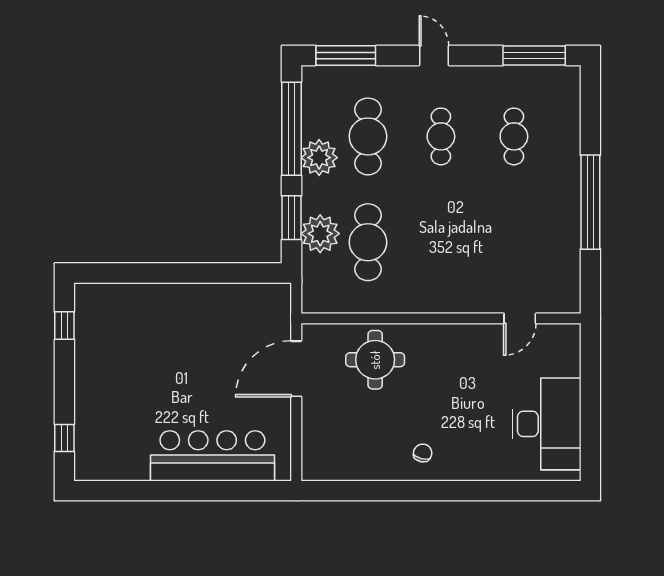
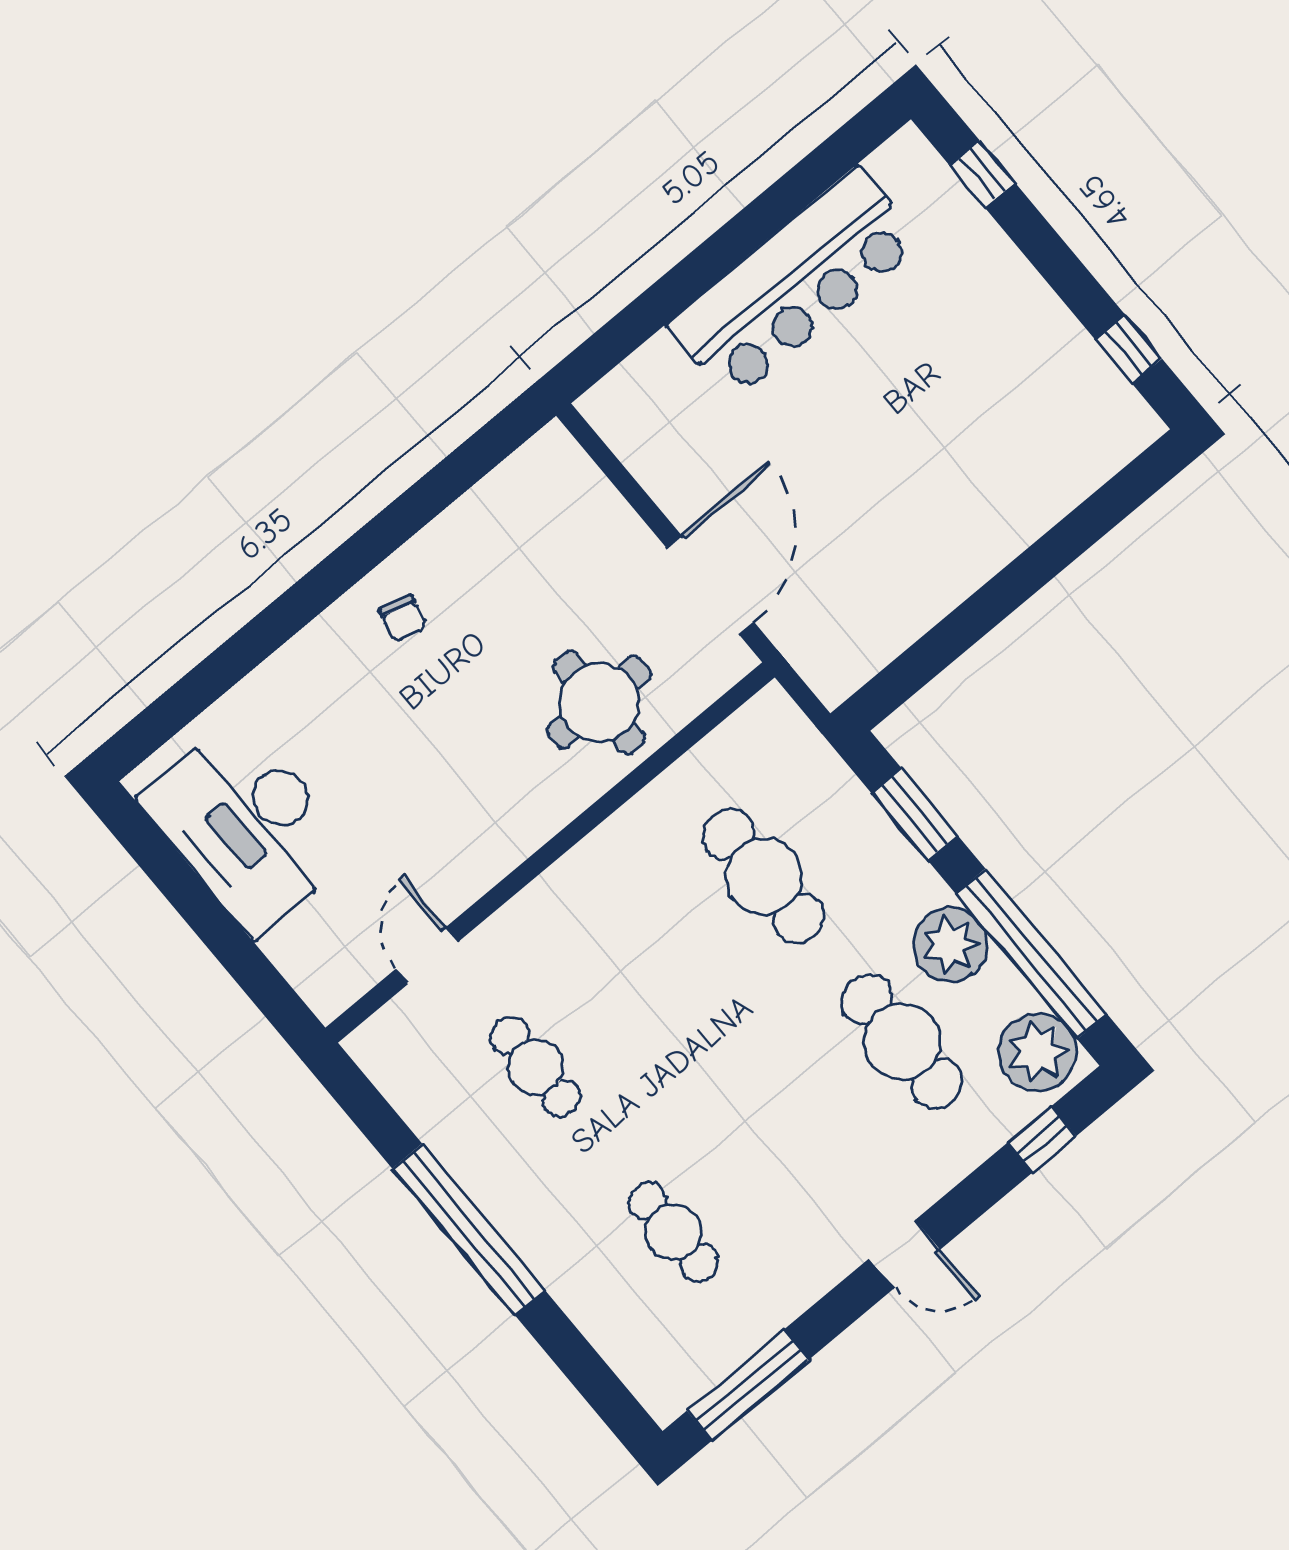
window: (346, 55) -> (1042, 1139), width x0.46
cafe table: (441, 136) -> (536, 1067), moved
plant: (320, 234) -> (1037, 1052), moved
bar counter: (212, 456) -> (794, 284), moved

